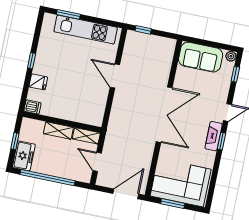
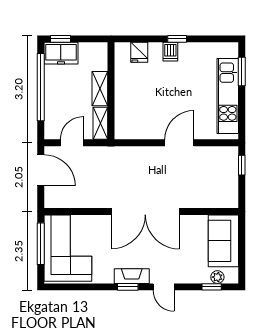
plant: (231, 56) -> (217, 277), moved
fridge: (38, 82) -> (139, 52), moved
dishwasher: (33, 107) -> (170, 52), moved
window: (15, 141) -> (60, 39), moved
door: (126, 194) -> (41, 170), moved
window: (173, 204) -> (41, 244), width x1.44

